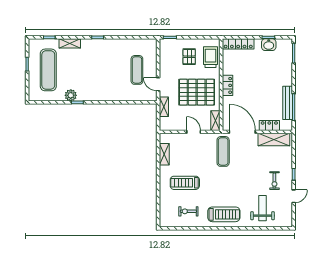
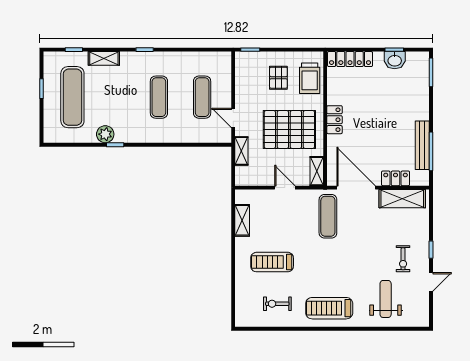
trolley: (211, 57) -> (310, 78), turned 180
exercise mat: (107, 70) -> (159, 97), added
treadmill: (224, 214) -> (329, 308), turned 180

